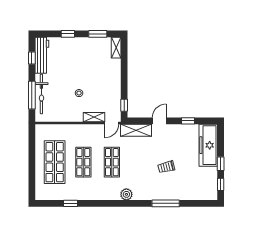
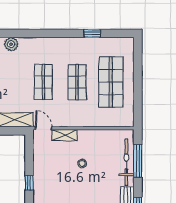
window: (124, 105) -> (29, 183), moved
door: (112, 123) -> (44, 128), hinge flipped
plant: (126, 194) -> (11, 44), moved

